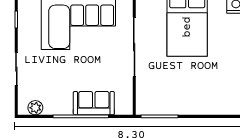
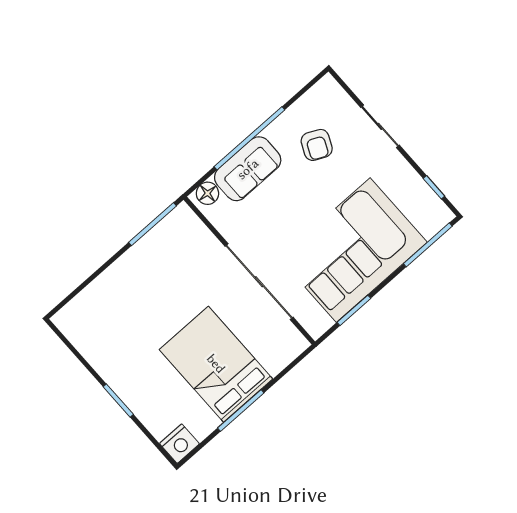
armchair: (53, 86) -> (317, 145), added
plant: (35, 108) -> (315, 100), removed
floor lamp: (122, 108) -> (207, 193), added

